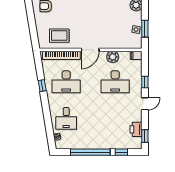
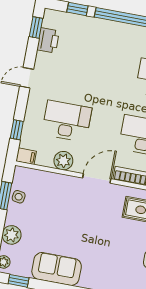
window: (145, 82) -> (17, 130), moved

